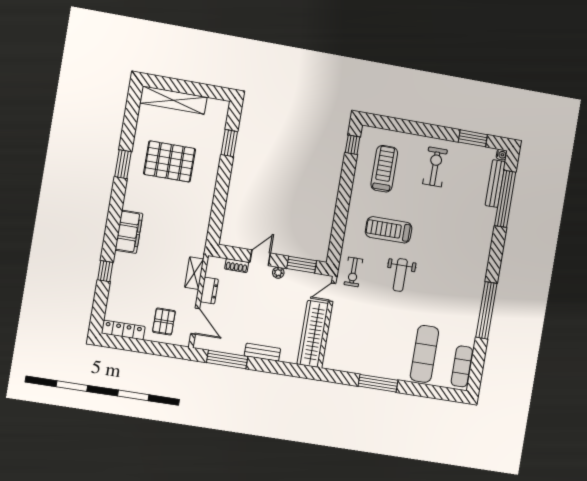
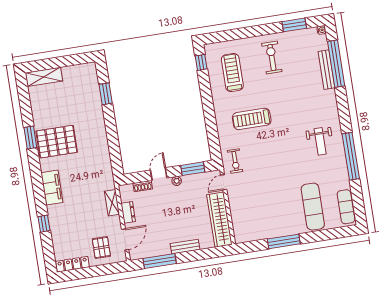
shelving: (173, 100) -> (44, 77), width x0.68
pallet: (170, 161) -> (57, 142), moved
bench: (495, 184) -> (327, 70), moved
weight bench: (400, 275) -> (320, 141), moved
door: (195, 321) -> (125, 239), hinge flipped

